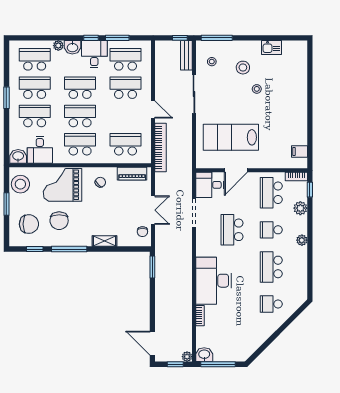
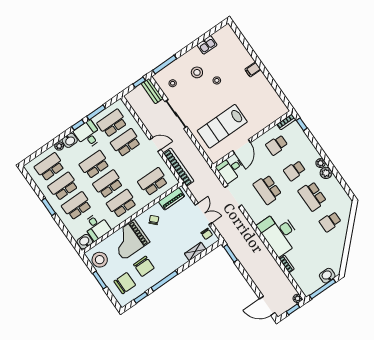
filing cabinet: (299, 152) -> (253, 69), moved
school desk: (271, 193) -> (277, 145), width x0.54
plant: (300, 208) -> (326, 173), moved
shelving: (104, 241) -> (195, 251), moved
washbasin: (204, 355) -> (327, 276), moved

